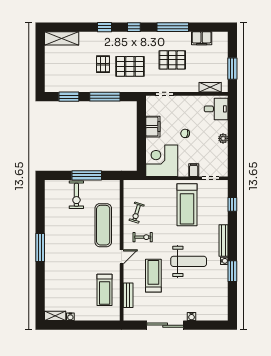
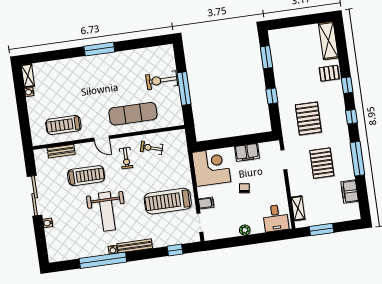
pallet: (103, 64) -> (329, 73), moved
window: (105, 97) -> (272, 96), width x0.46
window: (232, 271) -> (103, 260), width x2.11

